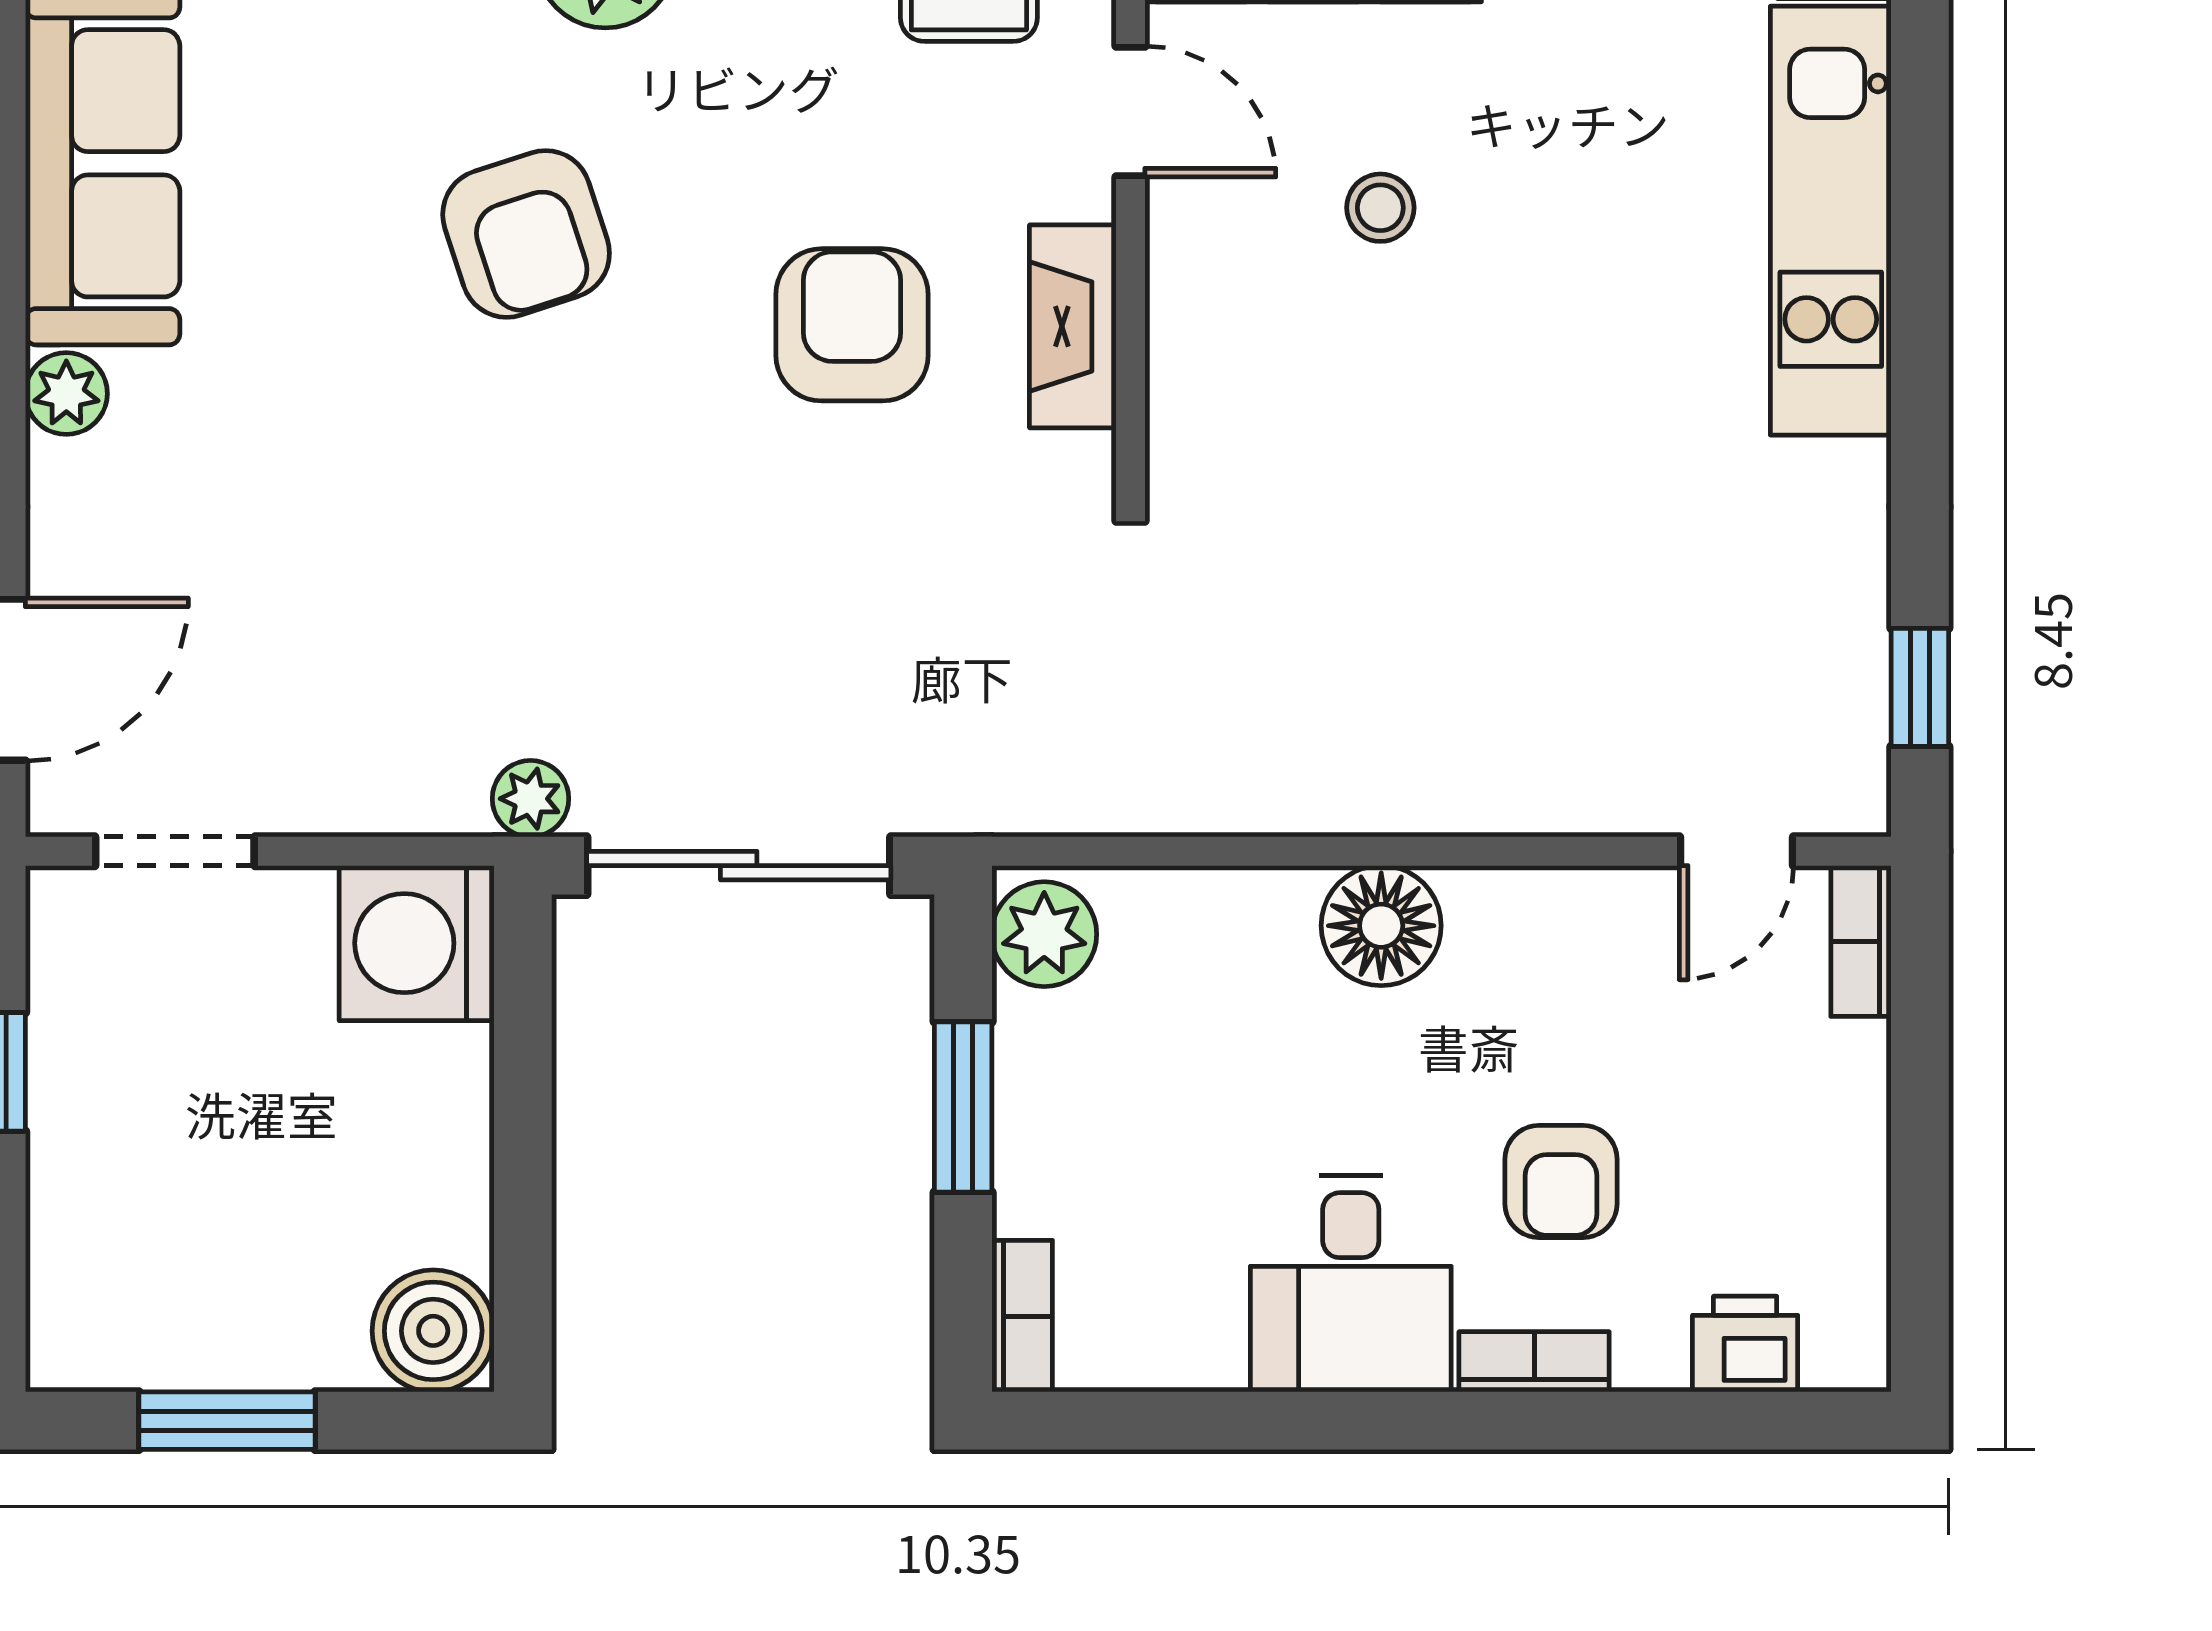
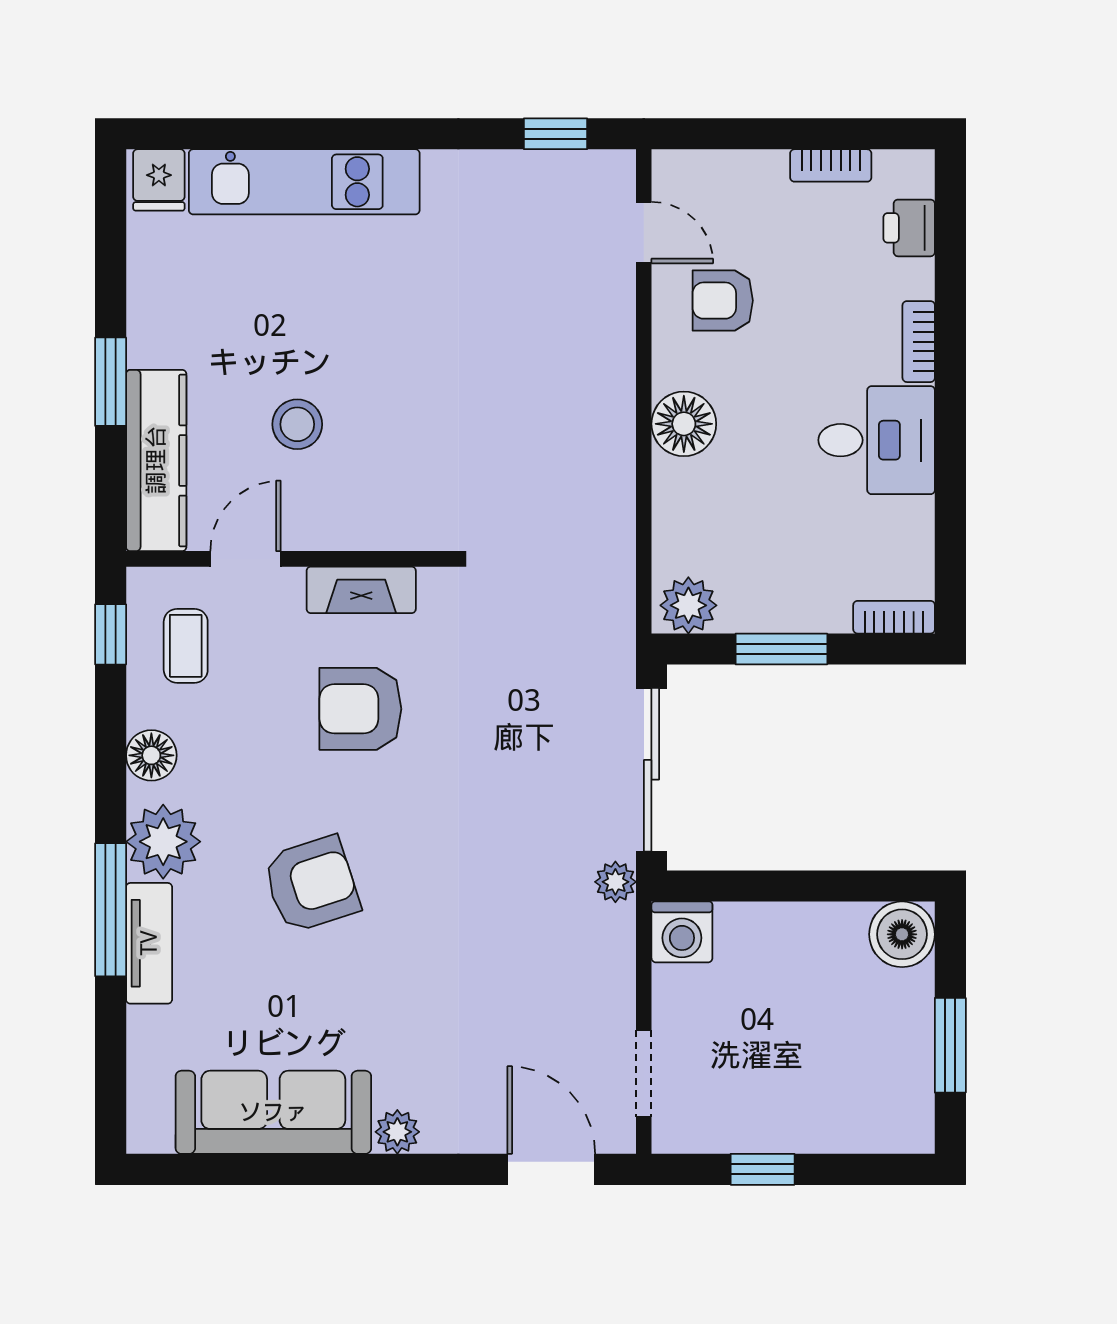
stool: (1380, 208) -> (297, 424), width x1.37, depth x1.37
bookcase: (1861, 941) -> (831, 165), moved
washing machine: (417, 943) -> (682, 932), width x0.73, depth x0.73
armchair: (1561, 1182) -> (723, 301), moved, turned 180

